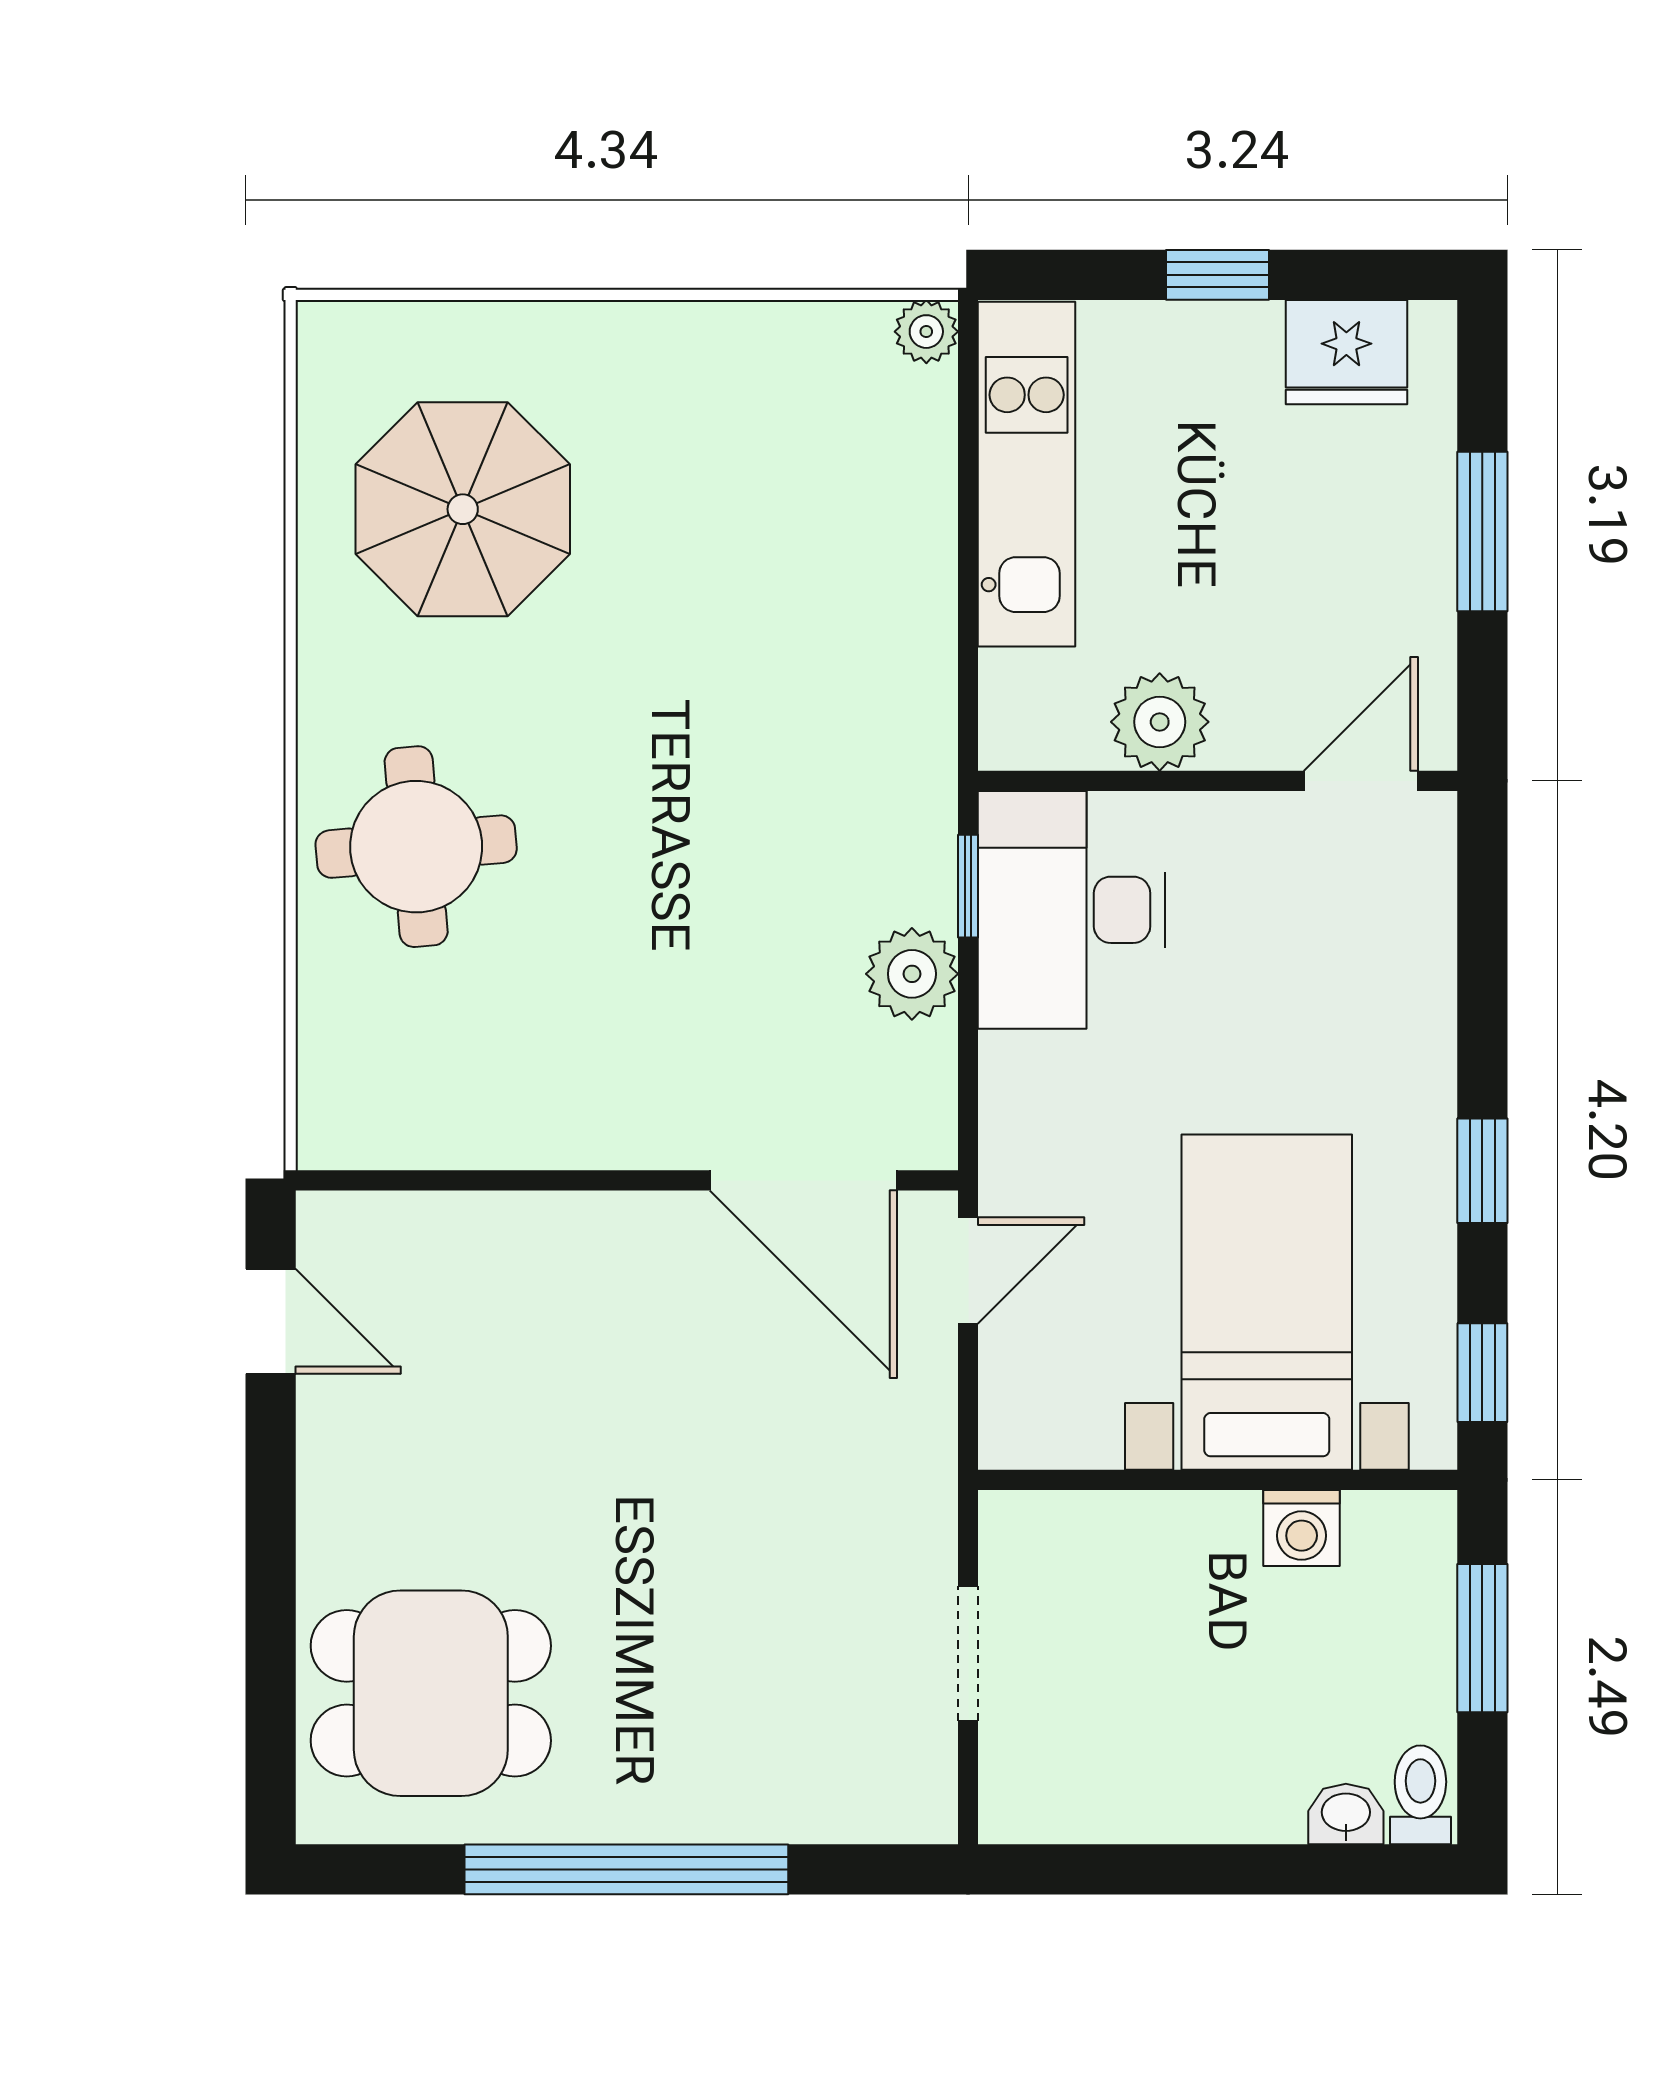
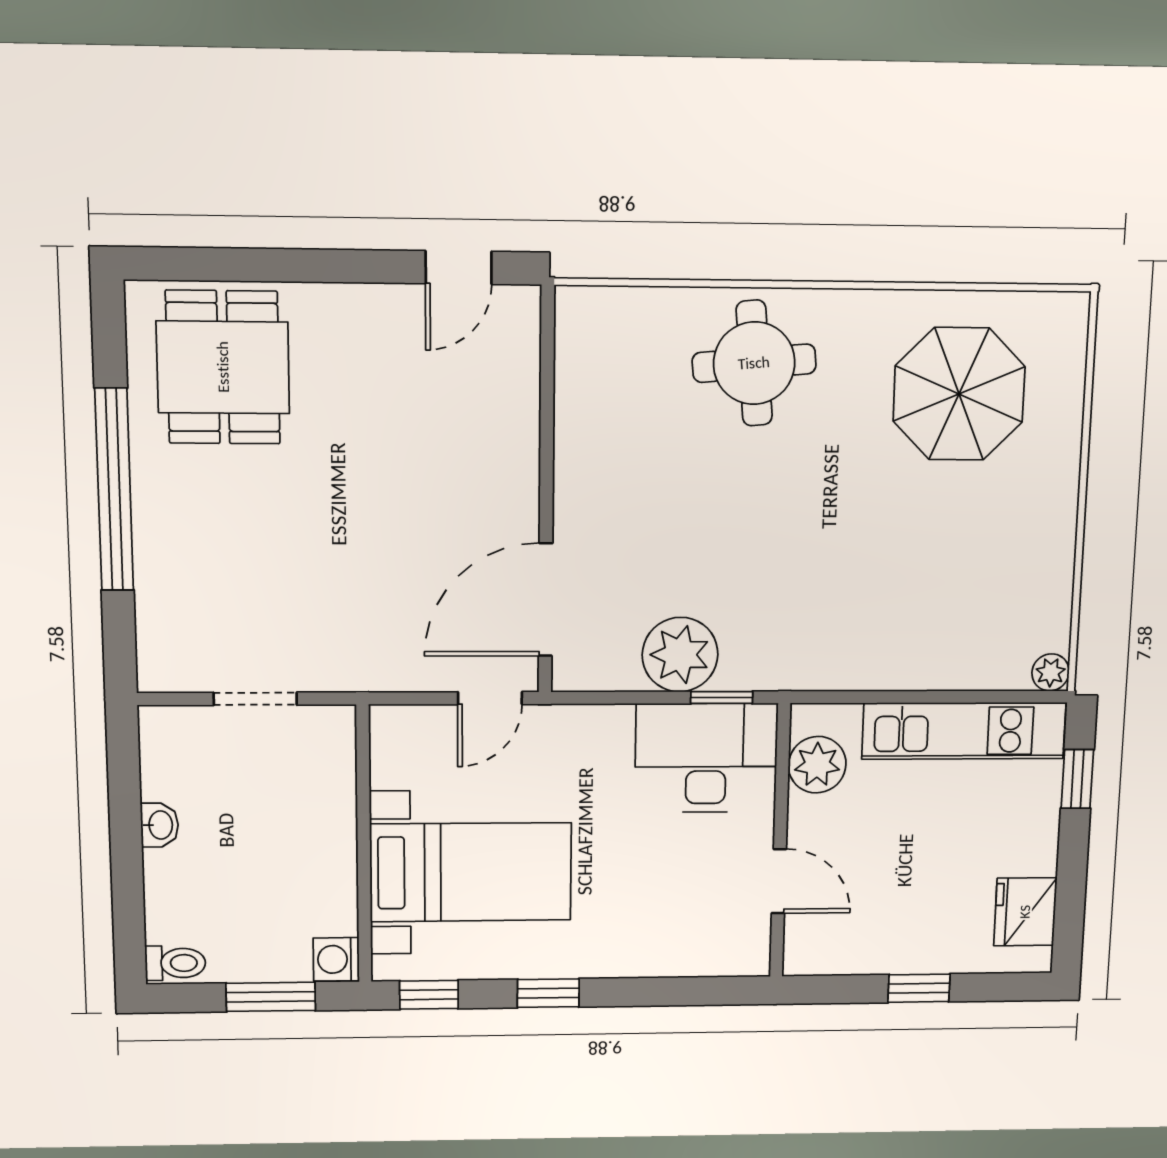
window: (1218, 275) -> (1077, 779), moved
window: (1482, 532) -> (919, 988), width x0.67
plant: (1160, 722) -> (817, 765), moved
door: (1361, 781) -> (779, 881), moved
plant: (912, 974) -> (680, 655), width x1.36, depth x1.36
door: (968, 1271) -> (490, 698), hinge flipped
washing machine: (1302, 1528) -> (336, 959), moved
washbasin: (1346, 1814) -> (160, 825), moved

